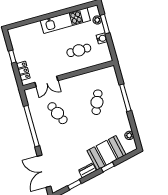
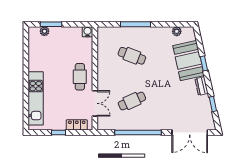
kitchen unit: (65, 21) -> (36, 98), moved
water cooler: (102, 38) -> (87, 32), moved
cafe table: (79, 50) -> (80, 77), moved

